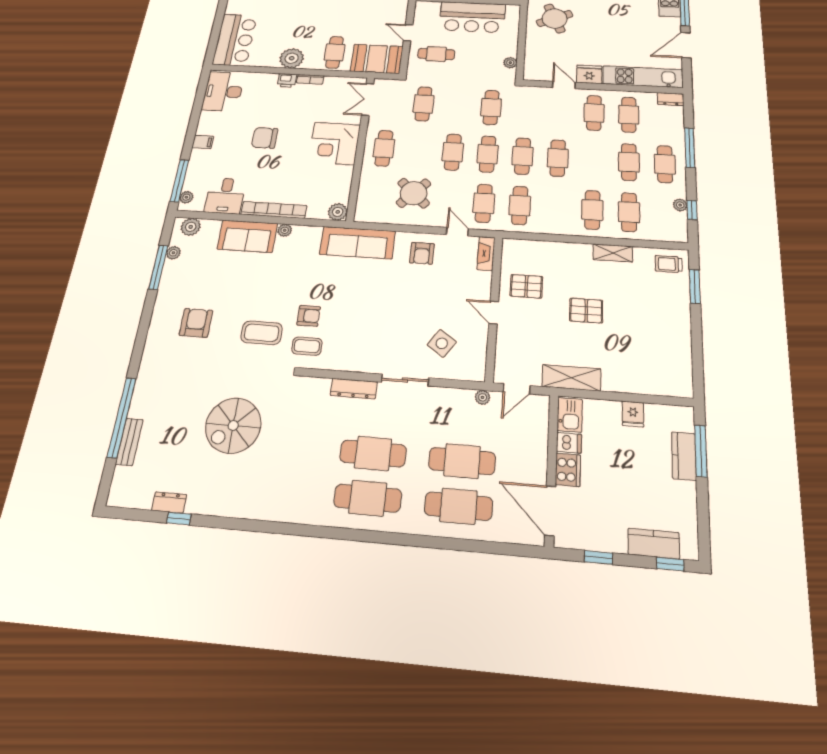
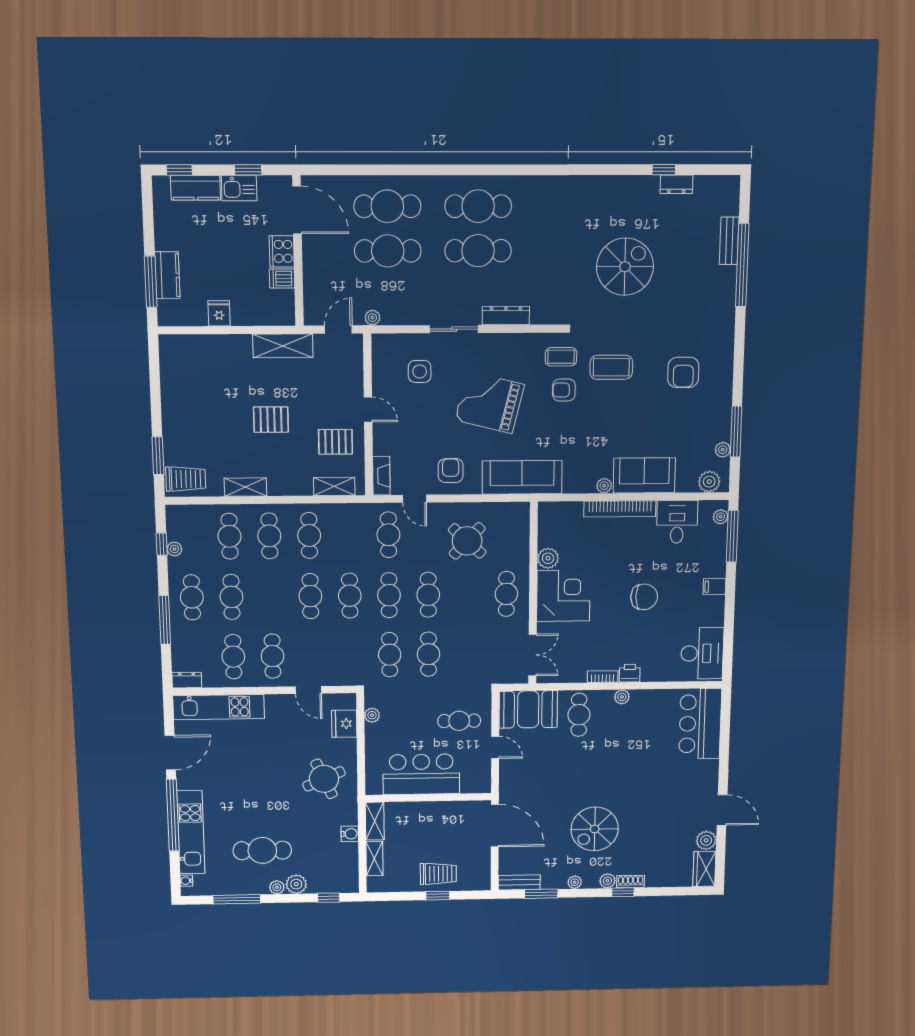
plant: (292, 58) -> (622, 697), width x0.53, depth x0.53
fridge: (589, 74) -> (344, 724), moved, turned 90
cafe table: (424, 104) -> (429, 654), moved
cafe table: (520, 205) -> (309, 535), moved
plant: (338, 212) -> (548, 558), moved
shelving: (530, 247) -> (334, 486), added
trolley: (669, 264) -> (186, 479), width x1.36, depth x1.39
grand piano: (379, 310) -> (490, 402), added
side table: (442, 343) -> (420, 371), turned -35
kitchen sink: (570, 415) -> (239, 188), moved, turned -90

